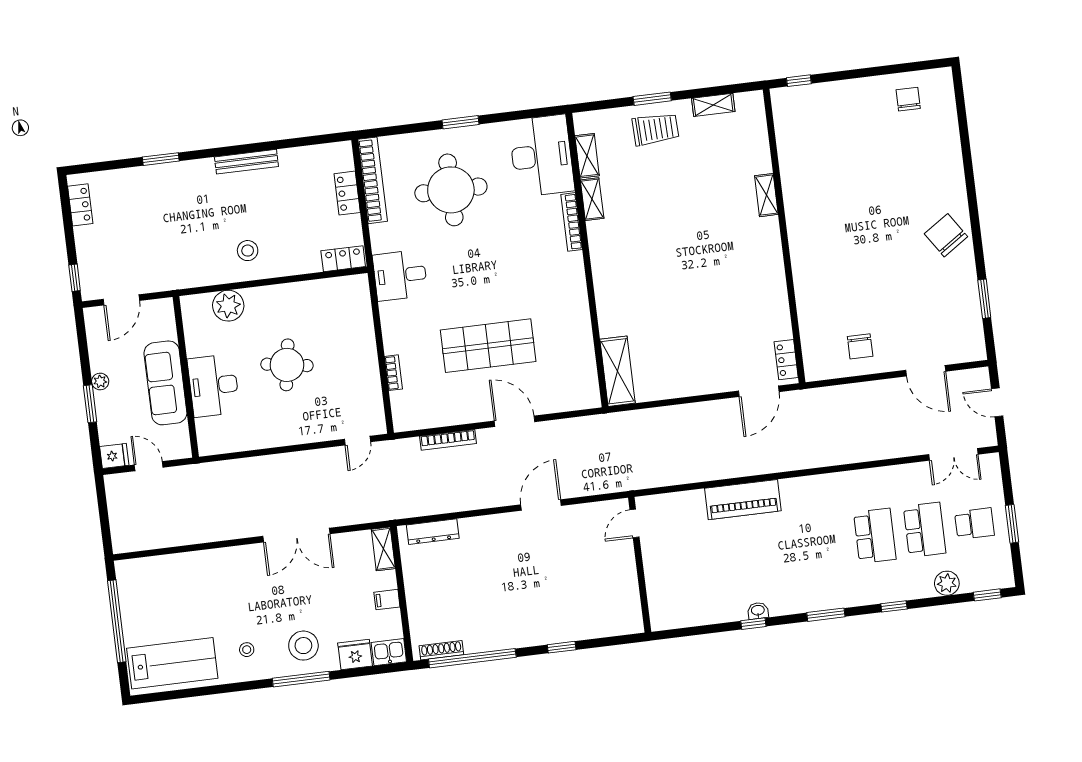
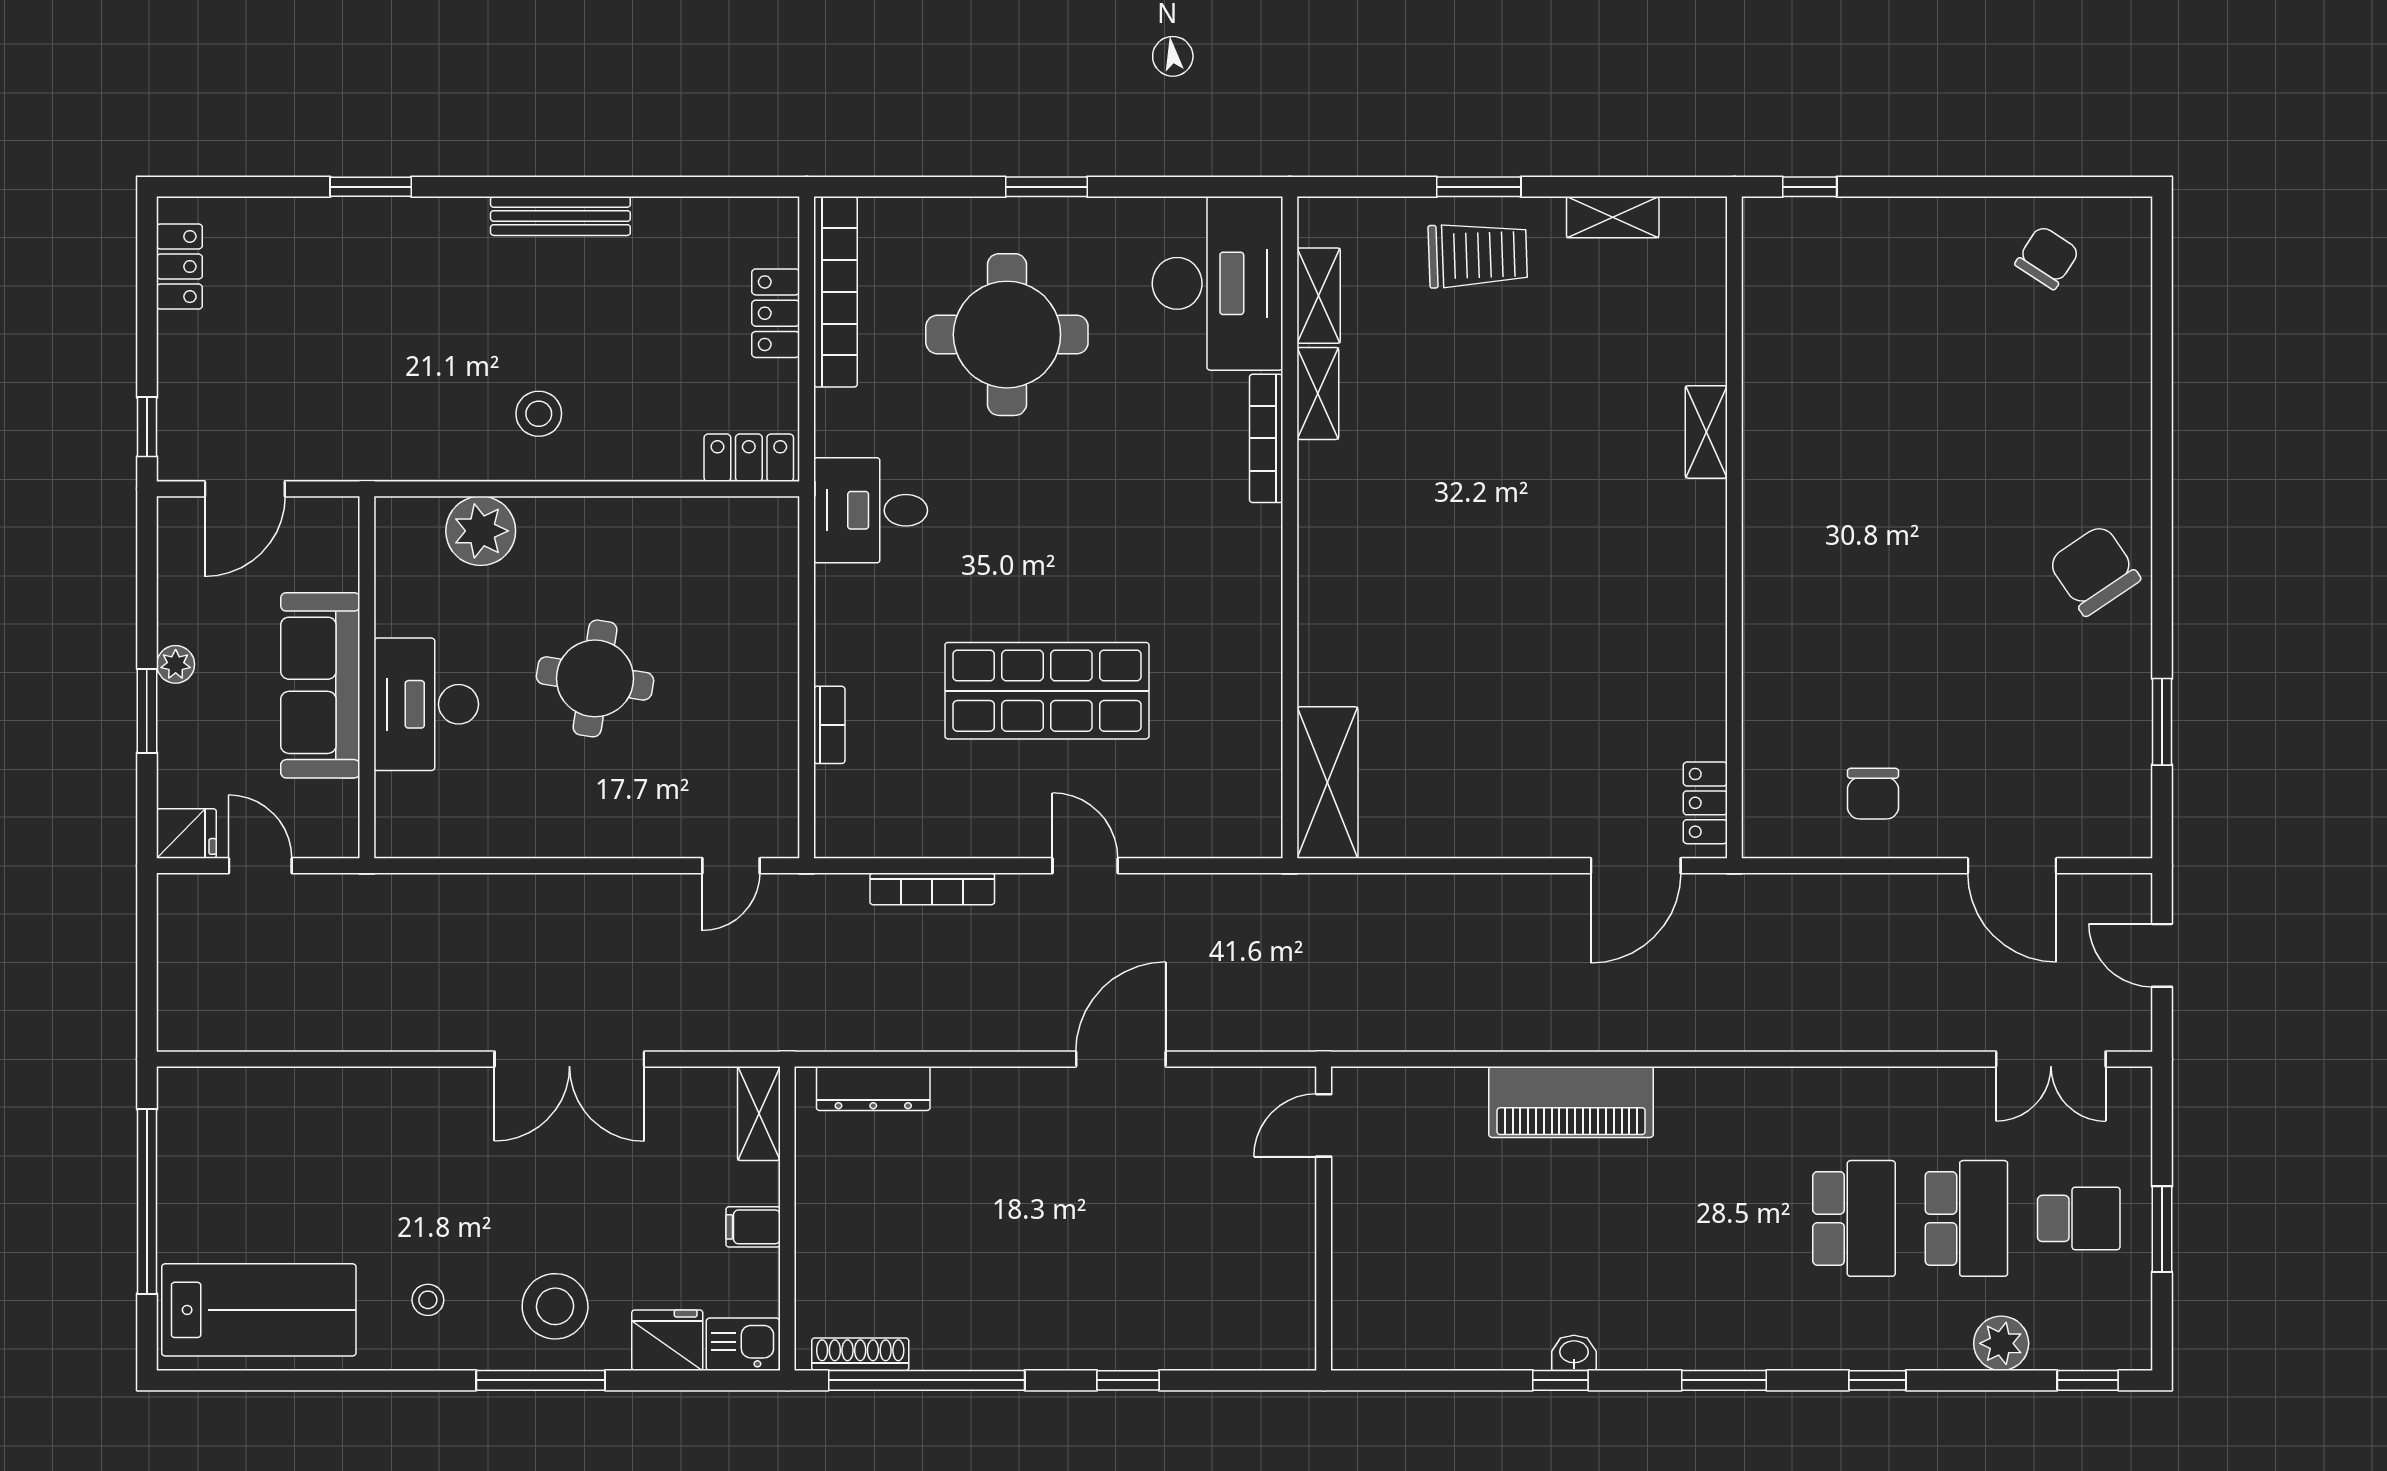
chair: (908, 99) -> (2047, 257), turned 33
door: (515, 421) -> (1085, 866), width x0.73

